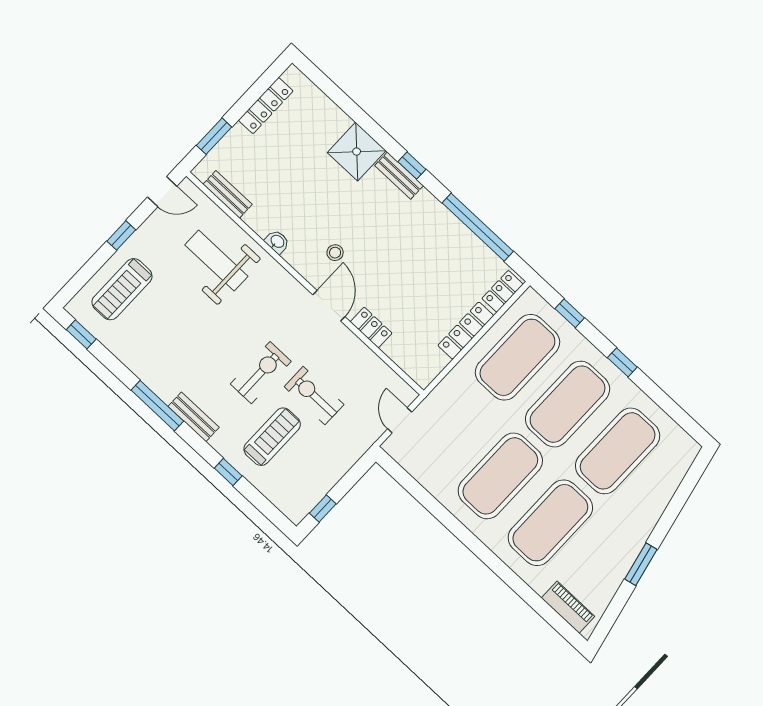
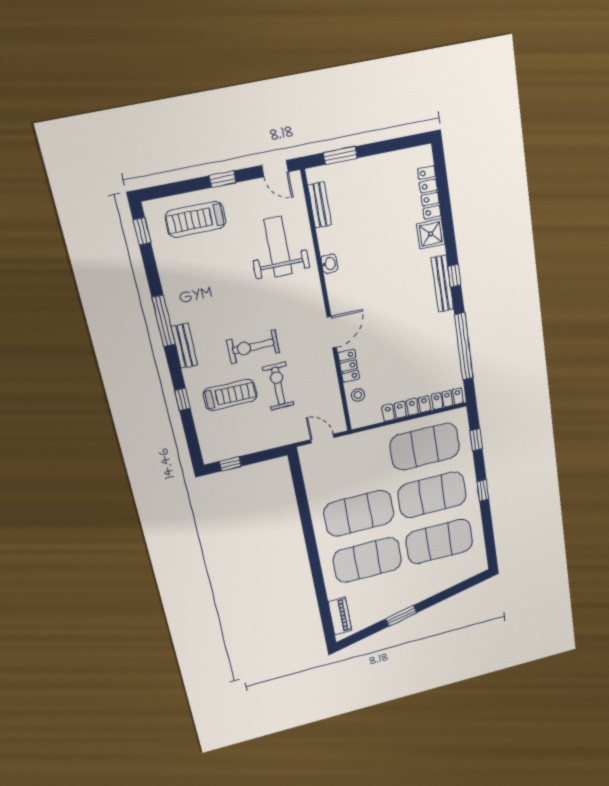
locker: (266, 106) -> (429, 193), moved, turned 90
shower: (357, 152) -> (431, 234), width x0.73, depth x0.73
bench: (399, 176) -> (442, 284), width x1.36
stool: (335, 253) -> (358, 395), moved
exercise bike: (261, 373) -> (253, 346), turned 180
door: (400, 420) -> (322, 439), hinge flipped

